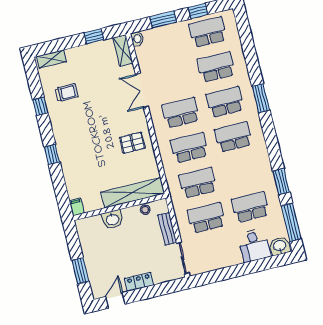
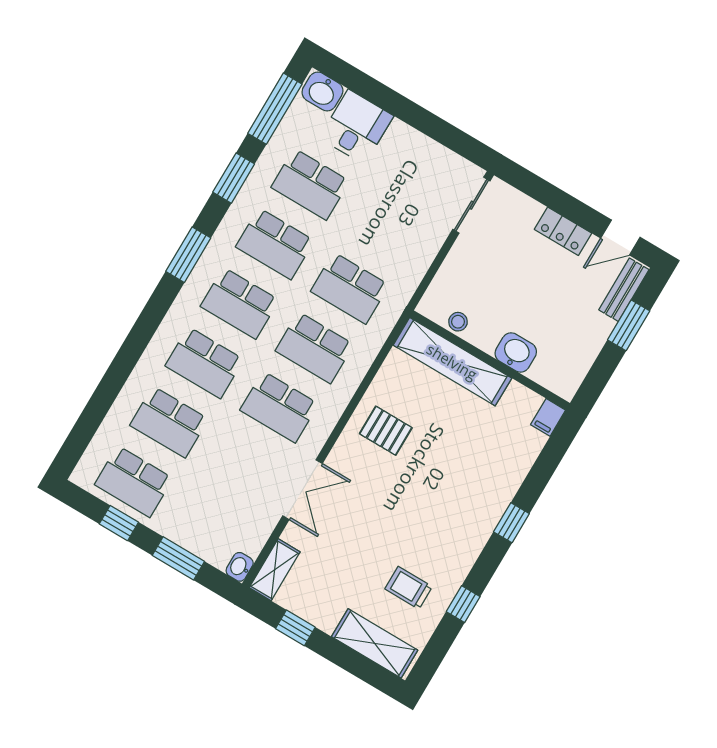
shelving: (52, 59) -> (375, 643), width x1.50, depth x1.33
window: (261, 98) -> (188, 255), moved
school desk: (206, 218) -> (275, 244), moved
bench: (167, 229) -> (624, 290), moved

